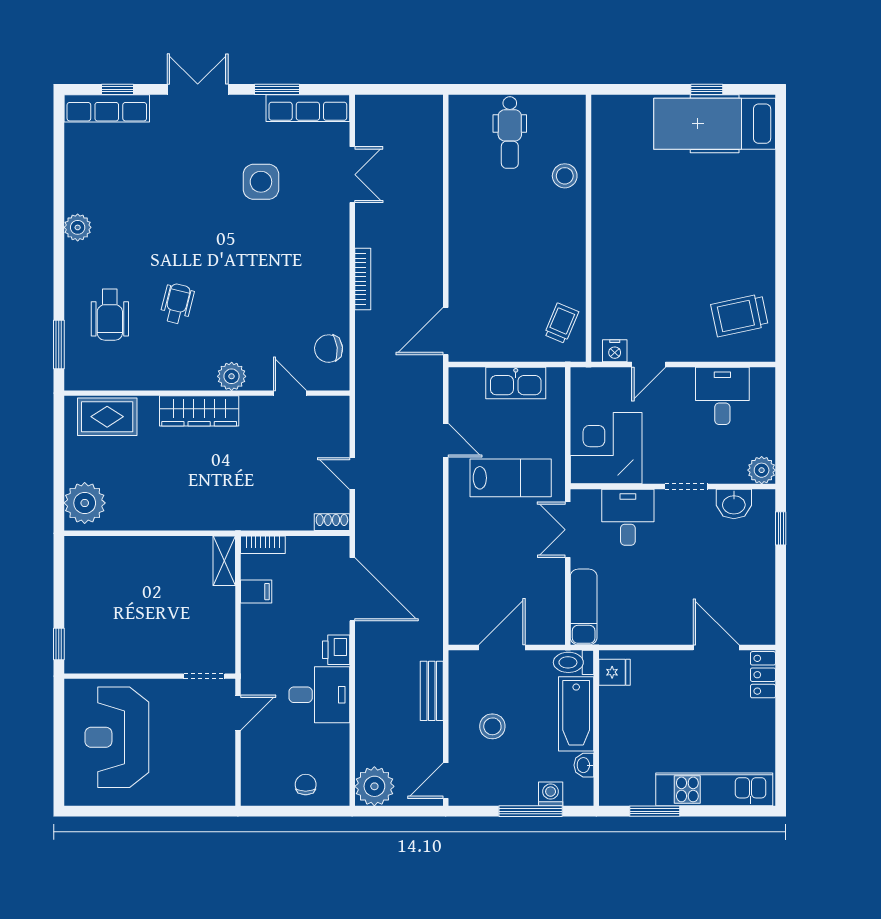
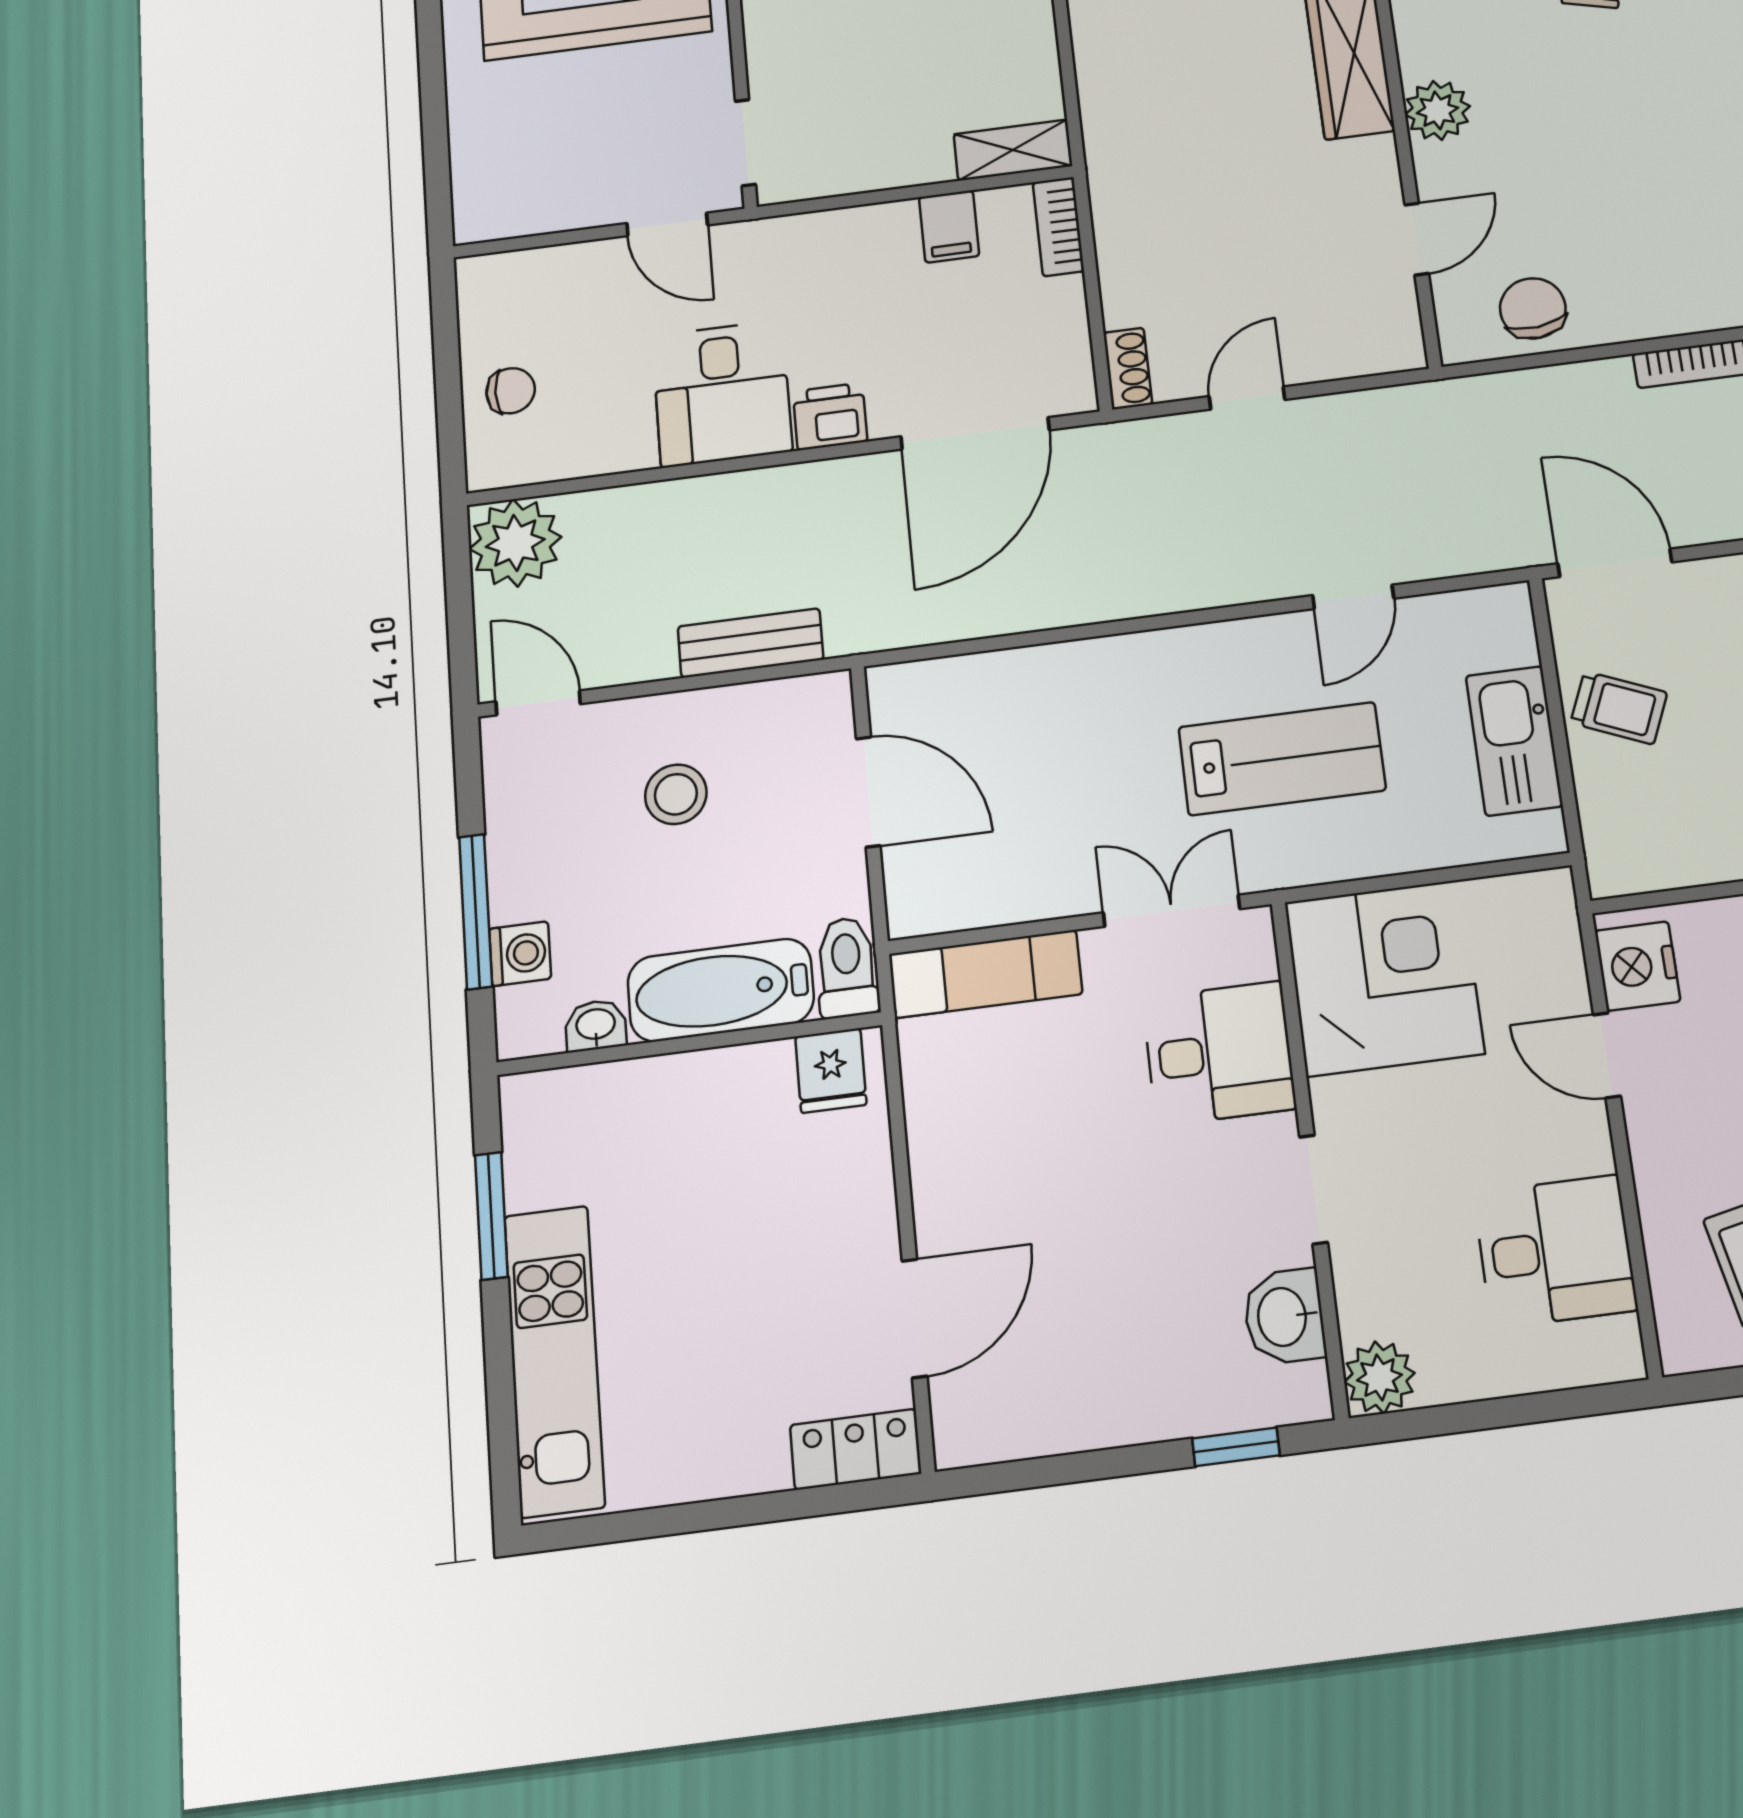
trolley: (561, 323) -> (1619, 708), moved
nightstand: (615, 351) -> (1638, 966), width x1.36, depth x1.33
lab bench: (511, 478) -> (1282, 759), turned -90

